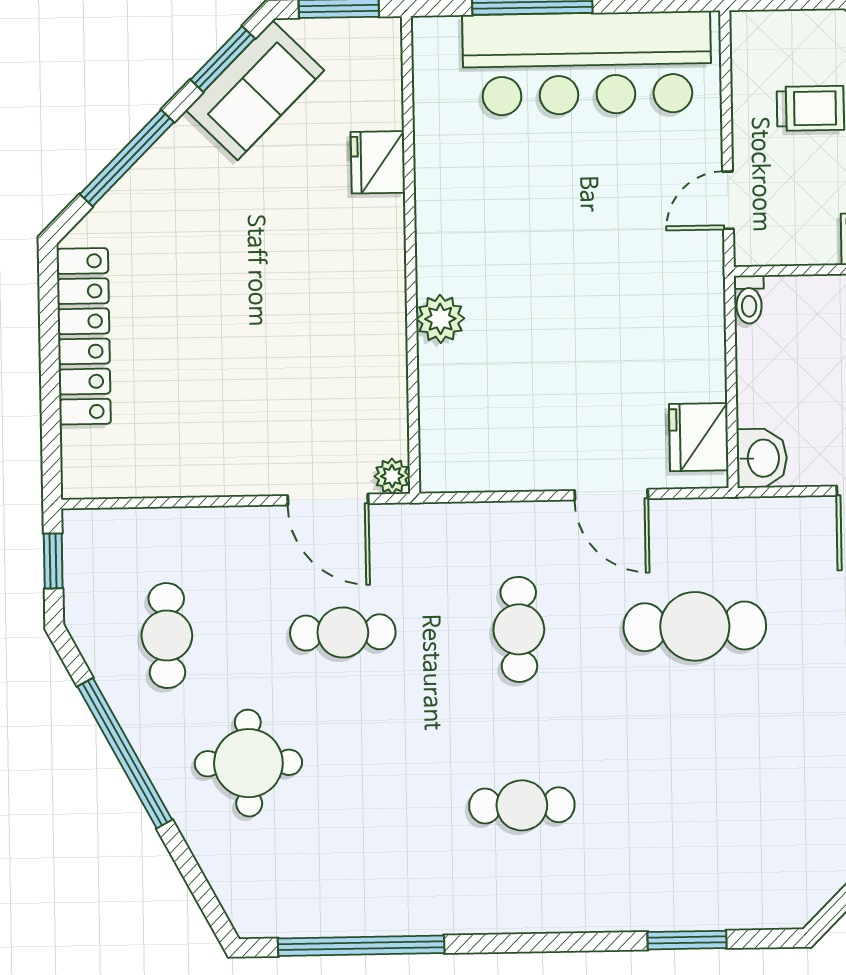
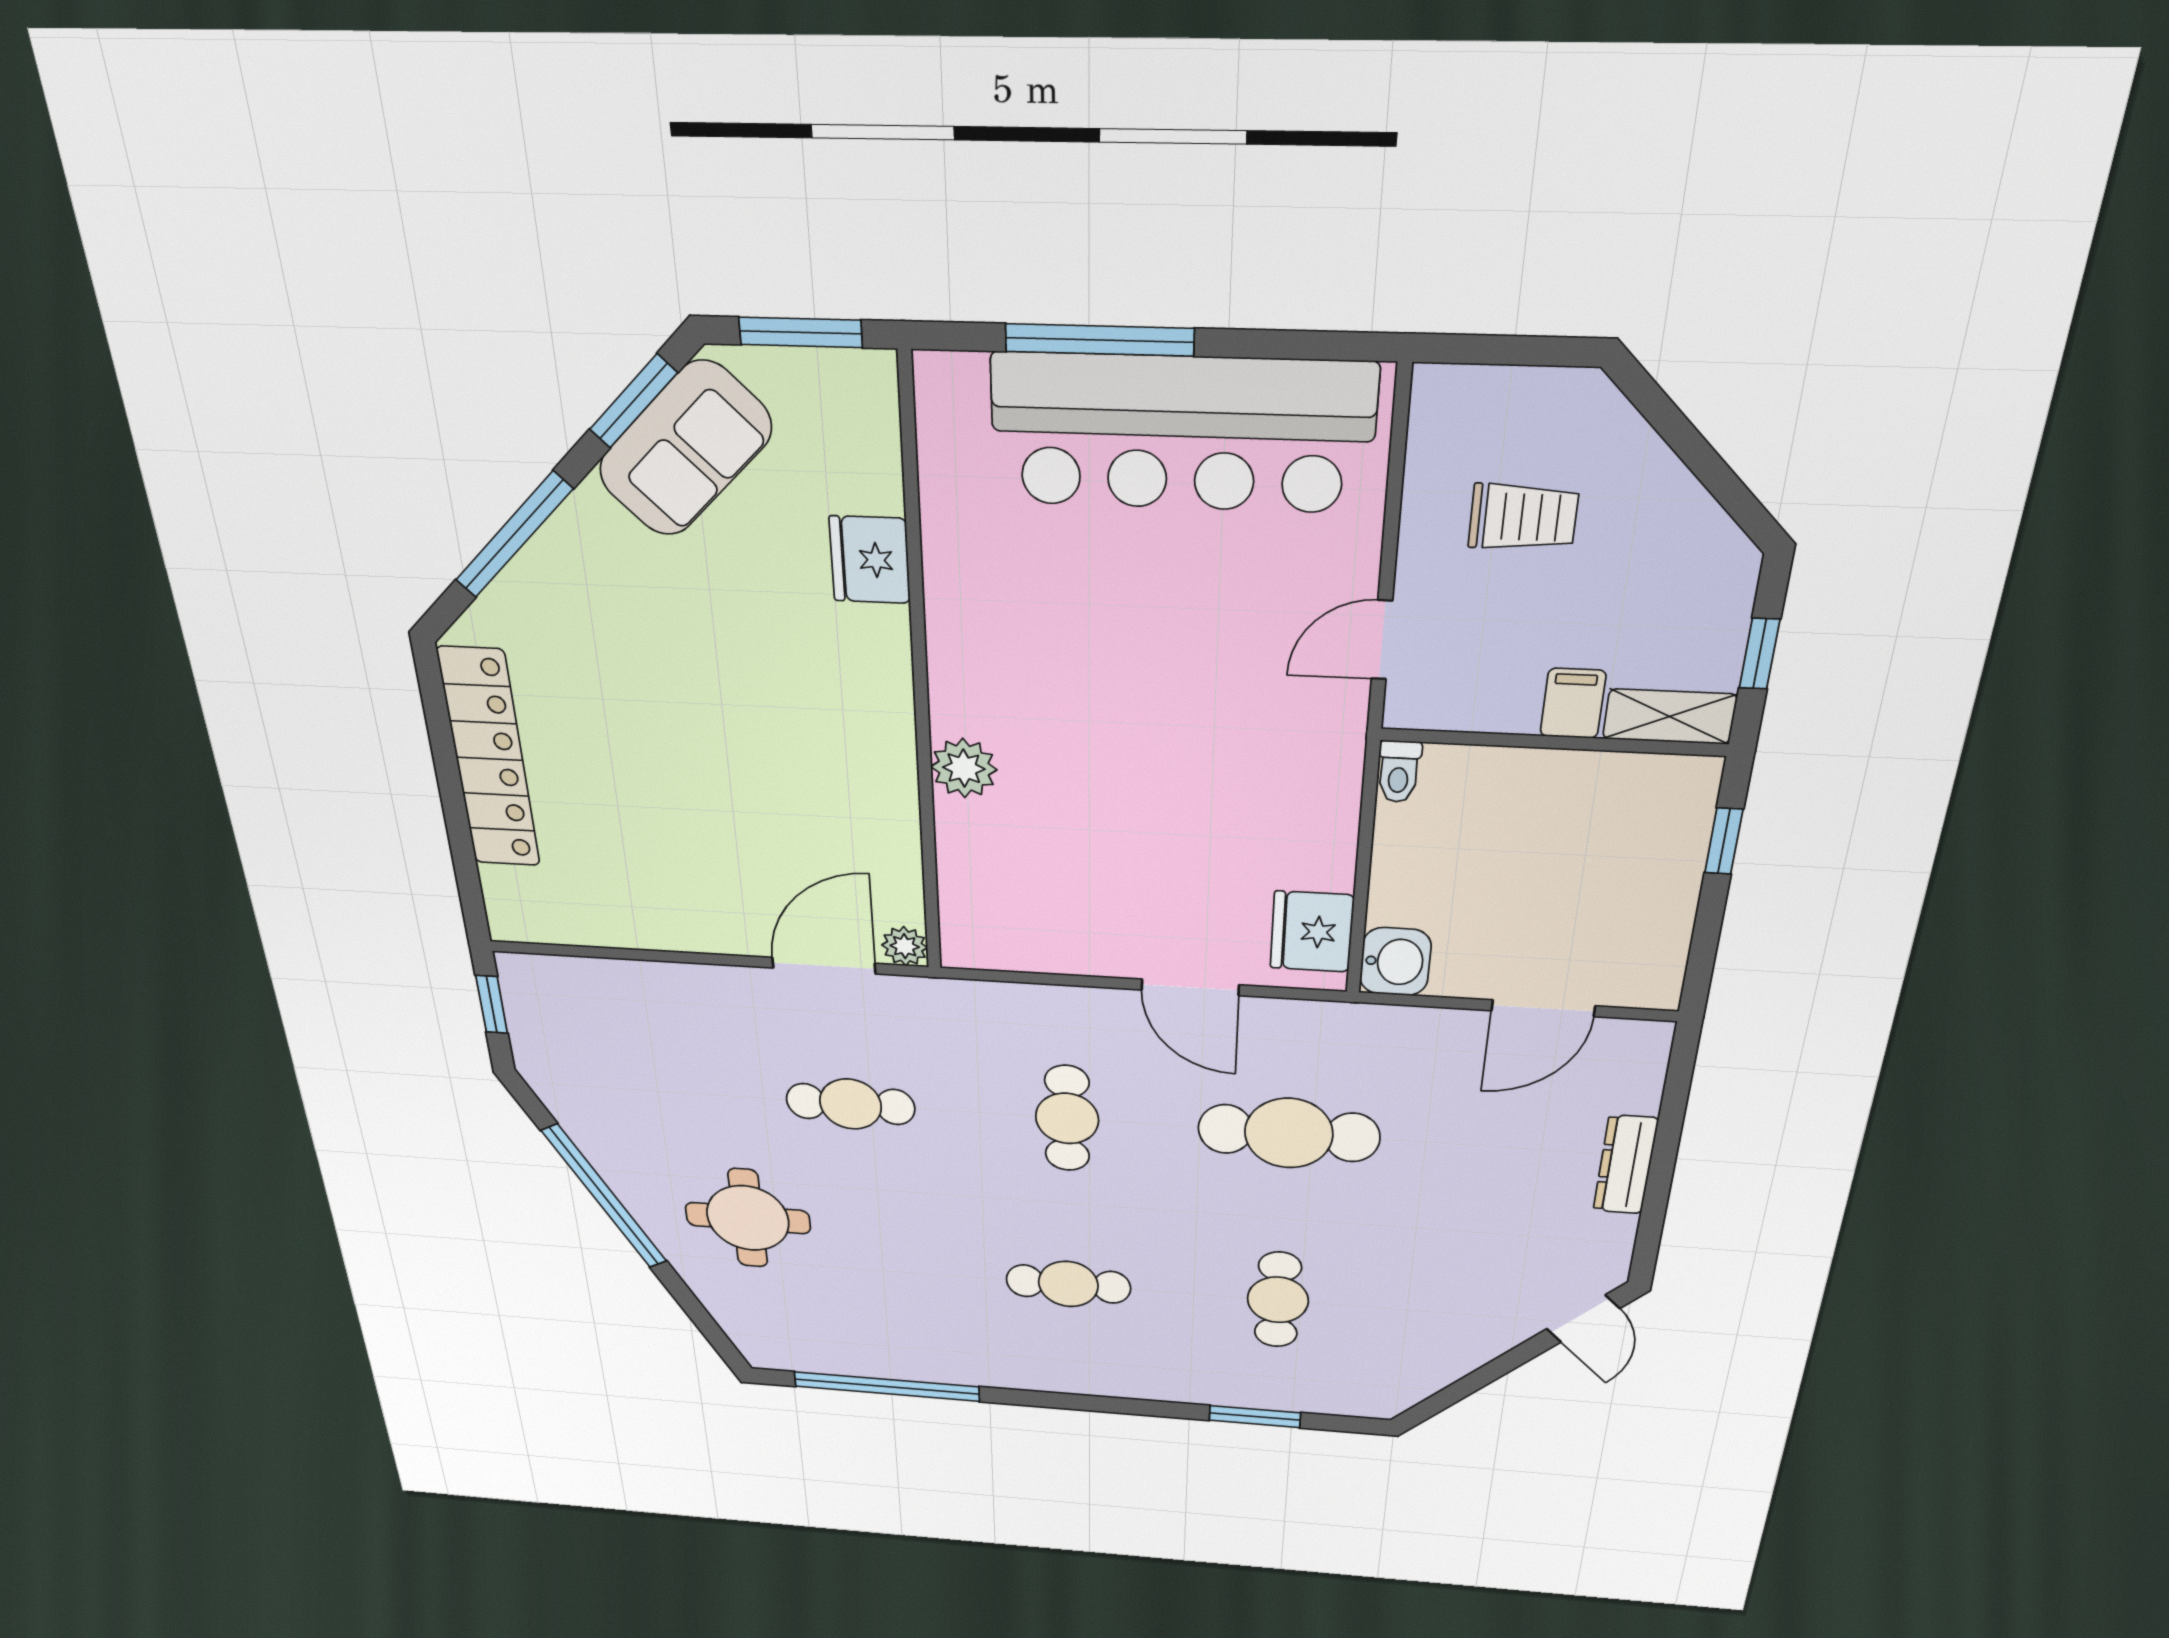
door: (328, 500) -> (824, 966), swing flipped
cafe table: (167, 636) -> (1278, 1300), moved

